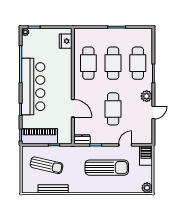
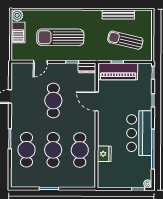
fridge: (66, 41) -> (104, 154), moved
bar counter: (33, 87) -> (139, 133), width x0.73
plant: (147, 96) -> (17, 114), removed
piano: (40, 136) -> (118, 72), moved
barbecue: (146, 156) -> (18, 32), moved

